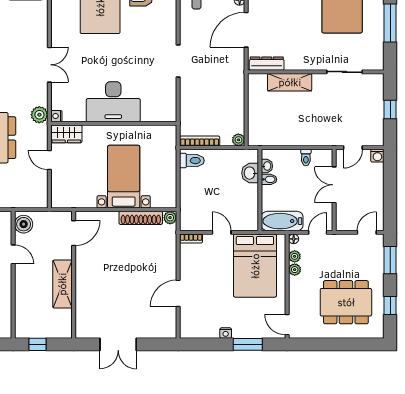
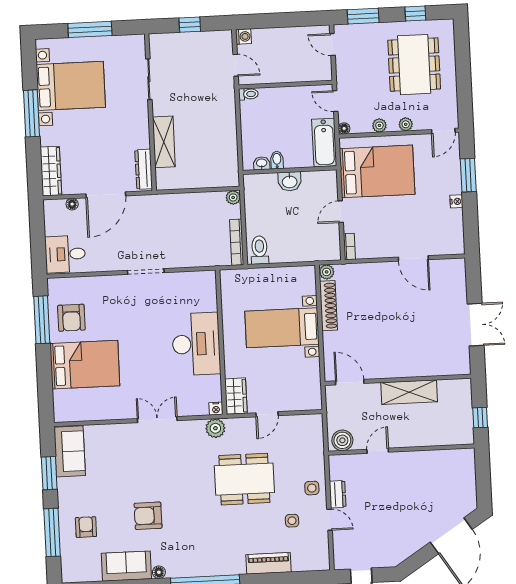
door: (246, 30) -> (106, 195), hinge flipped
toilet: (306, 157) -> (248, 94), moved
washbasin: (250, 173) -> (290, 181), moved
double door: (334, 185) -> (280, 85), removed
plant: (295, 256) -> (406, 124), moved

